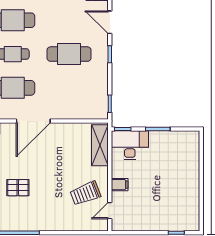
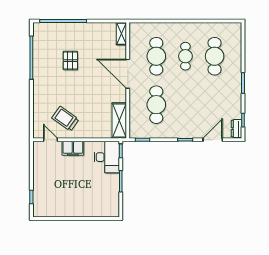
cafe table: (69, 54) -> (156, 105), moved
shelving: (100, 145) -> (119, 121), moved, turned 90
filing cabinet: (120, 185) -> (73, 148), width x2.00
trolley: (85, 193) -> (65, 119), turned -34

